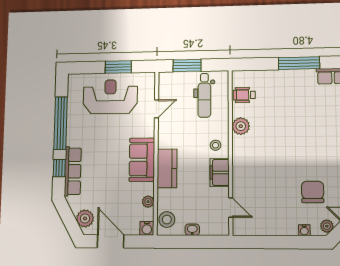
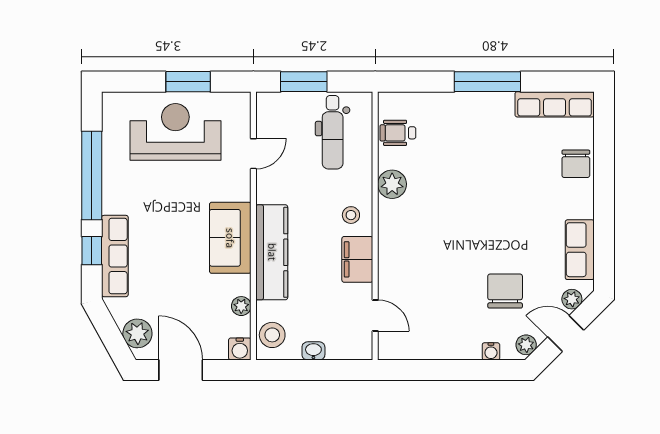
kitchen counter: (167, 168) -> (272, 252), width x1.50

